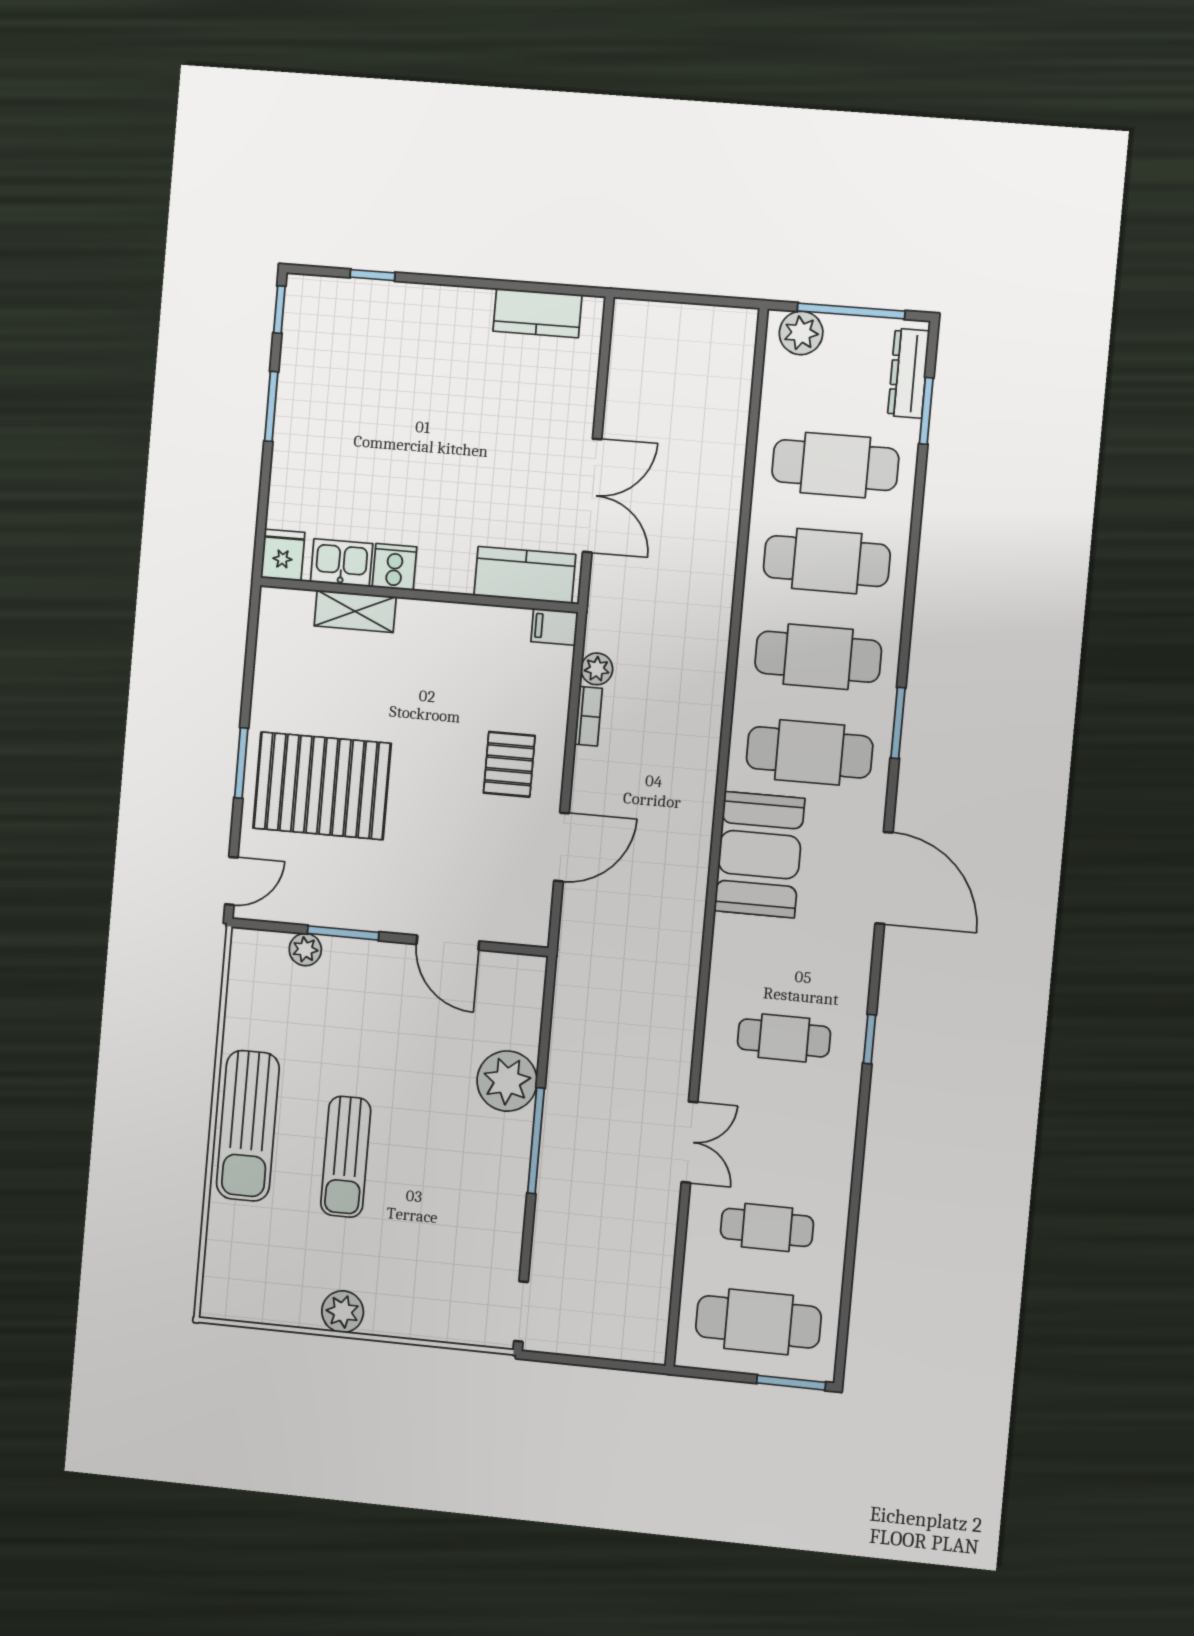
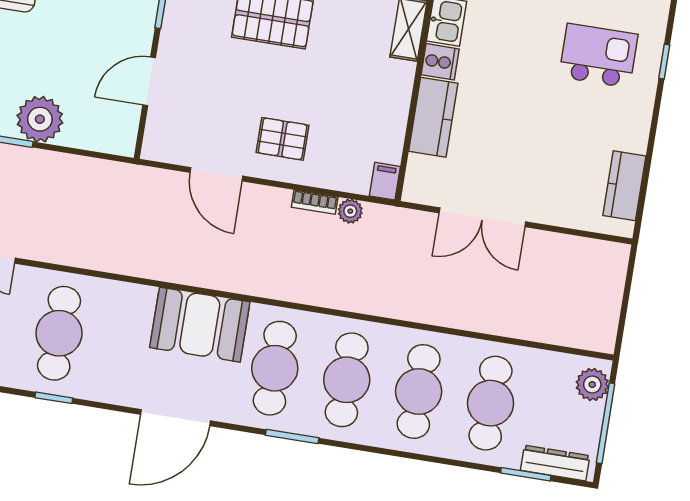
kitchen island: (371, 361) -> (598, 56), added
kitchen counter: (525, 575) -> (433, 117), moved
cafe table: (784, 1038) -> (59, 333), width x1.37, depth x1.35

